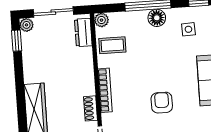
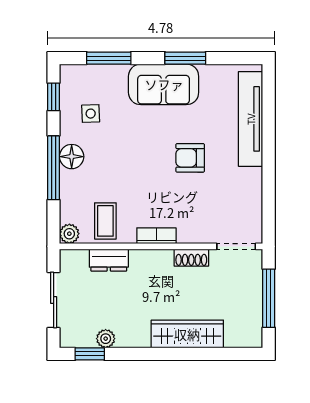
plant: (26, 25) -> (106, 339), moved
dresser: (83, 32) -> (109, 260), moved
bookcase: (105, 90) -> (156, 236), width x0.64

